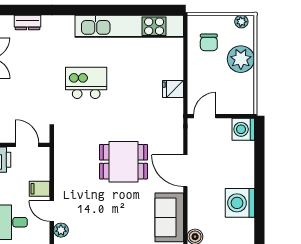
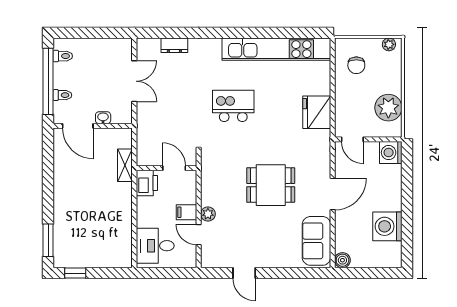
plant: (241, 59) -> (388, 108), moved
fridge: (173, 89) -> (317, 112), width x1.88, depth x1.34
door: (205, 116) -> (352, 139), swing flipped
door: (185, 171) -> (333, 194), swing flipped
plant: (61, 230) -> (208, 214), moved

